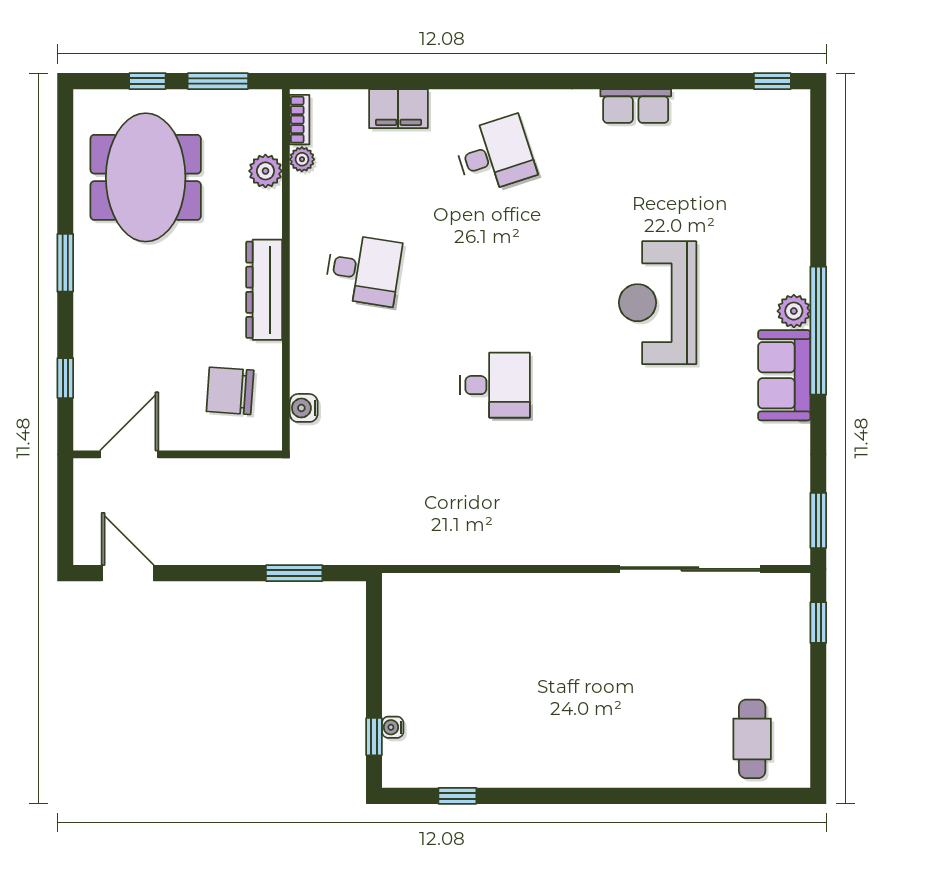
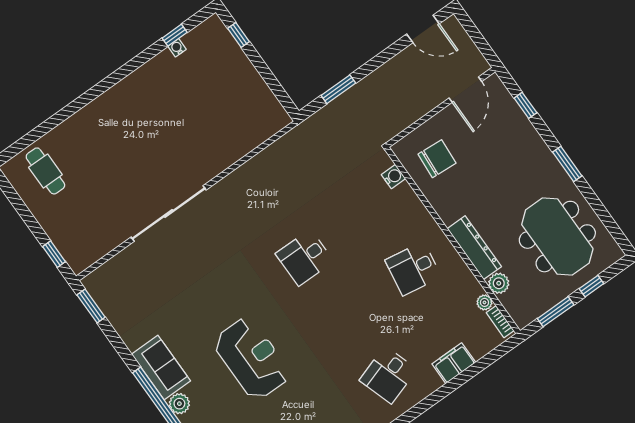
dresser: (264, 290) -> (474, 248), moved
sliding door: (690, 569) -> (169, 213), moved
water cooler: (393, 727) -> (177, 48), moved, turned -90

